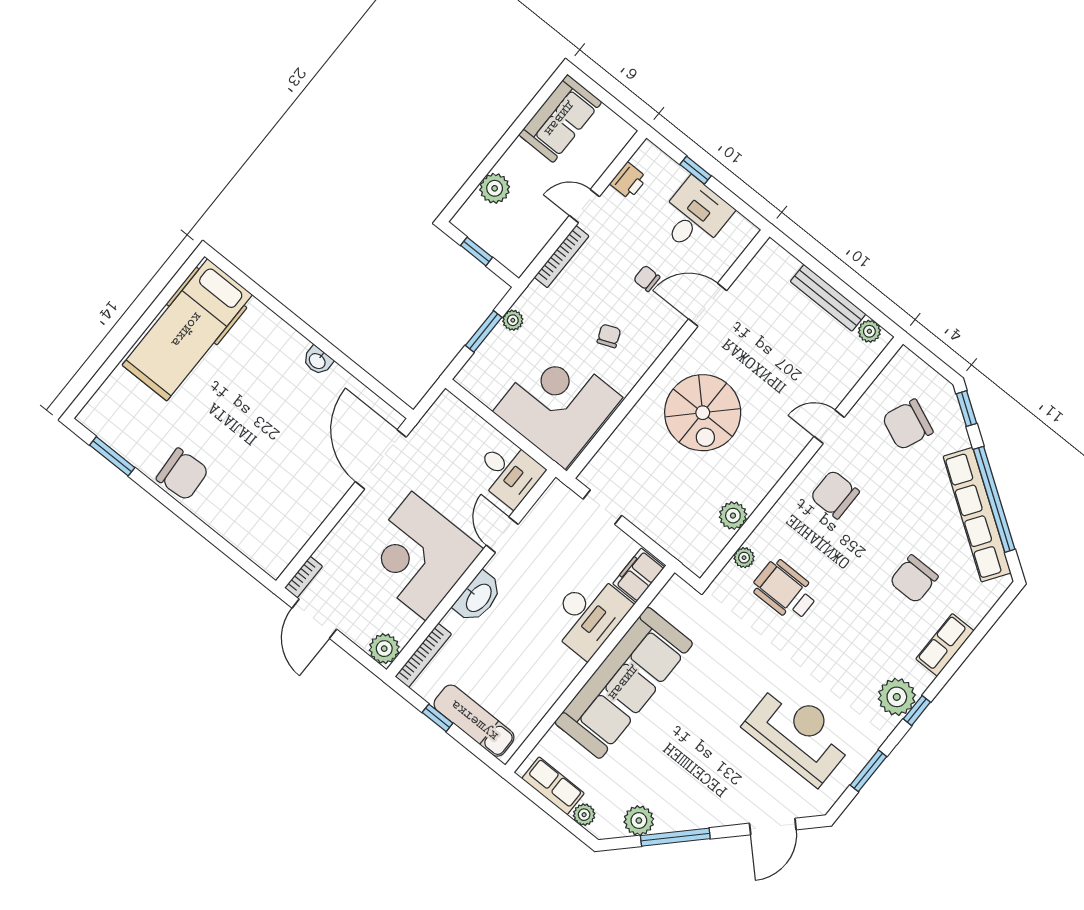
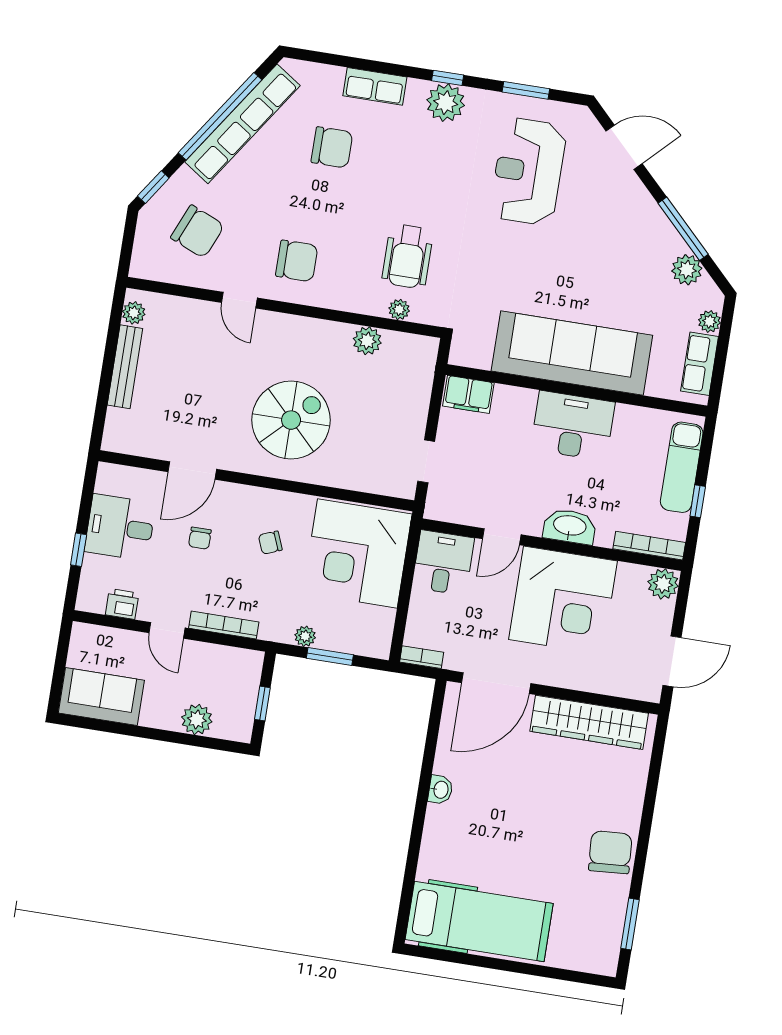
door: (708, 305) -> (192, 470), hinge flipped
chair: (835, 494) -> (297, 261), turned -90
wardrobe: (303, 519) -> (589, 722), added
bookcase: (304, 577) -> (422, 657), moved
desk: (589, 615) -> (573, 426), moved

